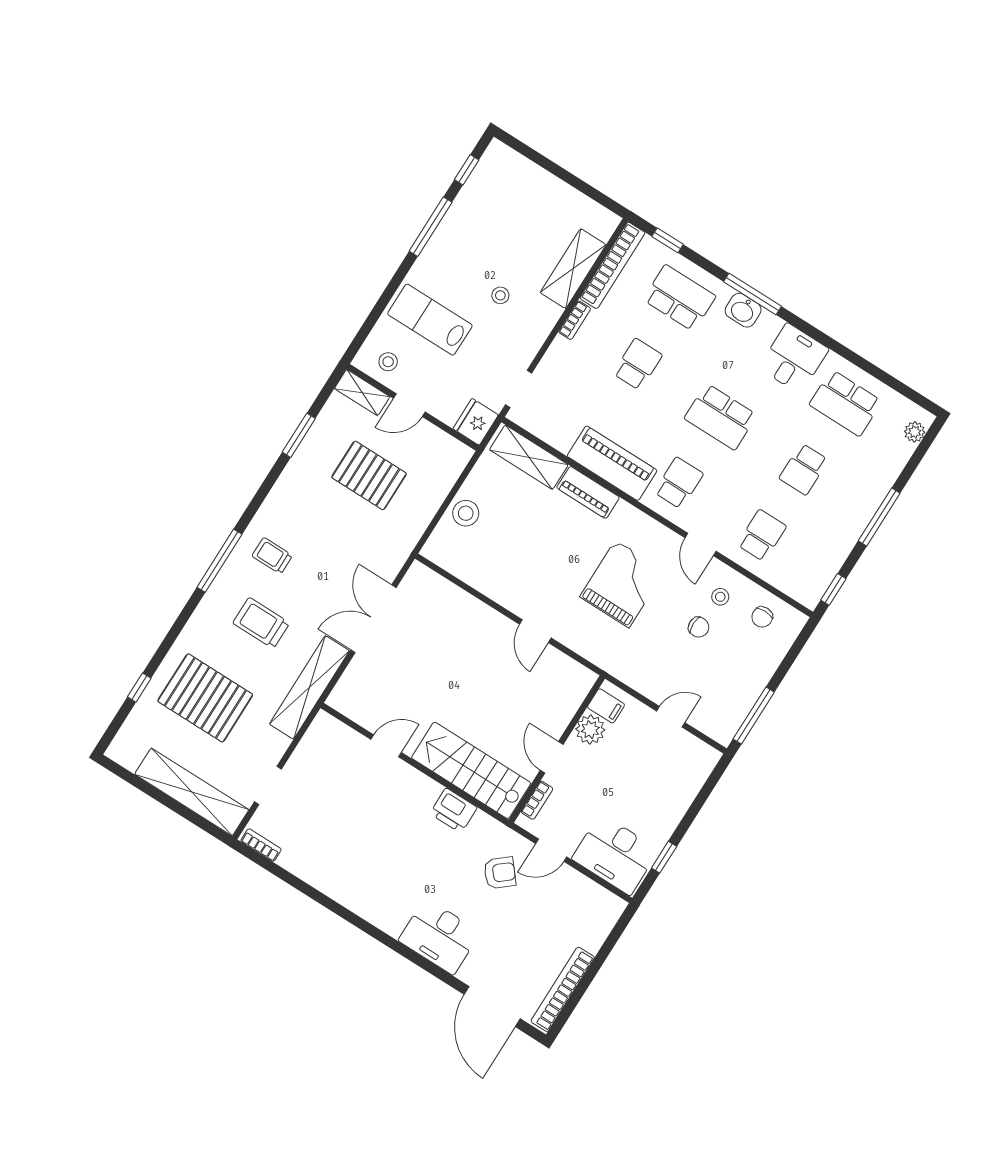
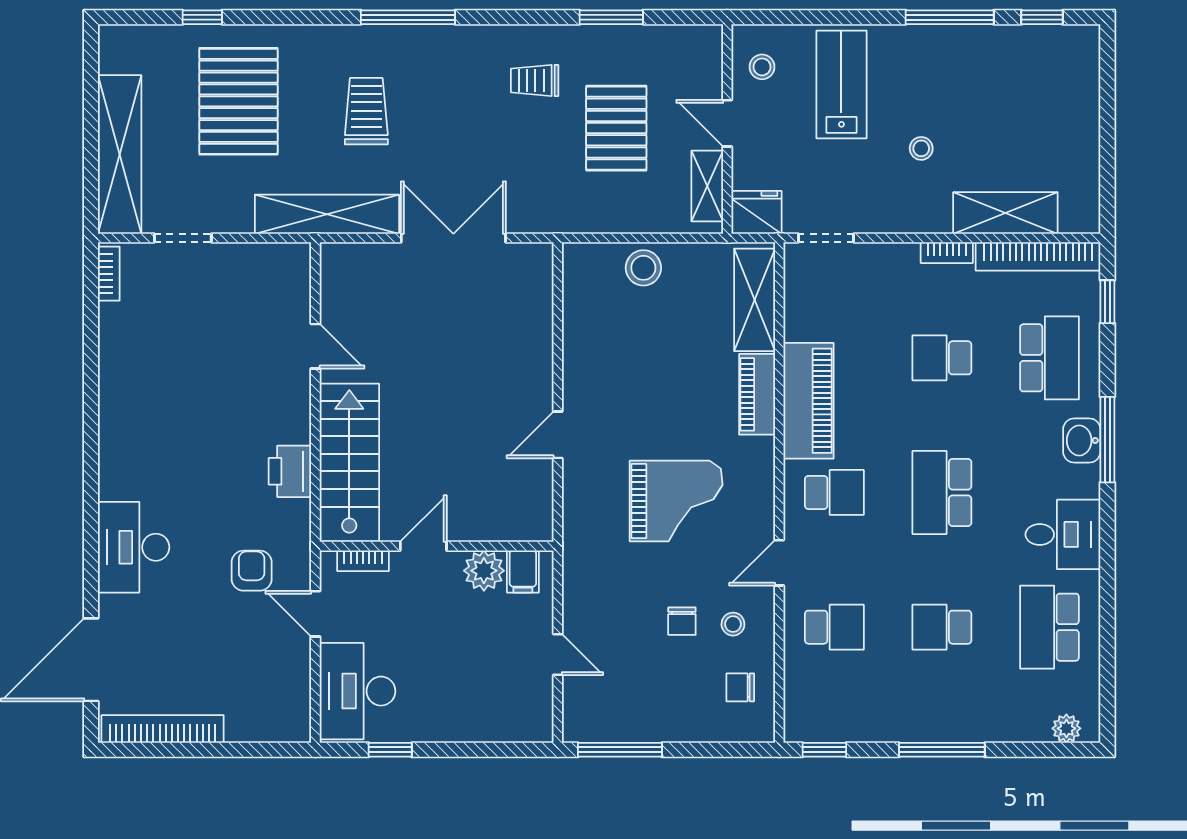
school desk: (638, 364) -> (942, 358), turned 180
shelving: (362, 393) -> (707, 186), moved
trolley: (272, 556) -> (535, 81), moved, turned -90
armchair: (500, 873) -> (252, 571), turned -140

